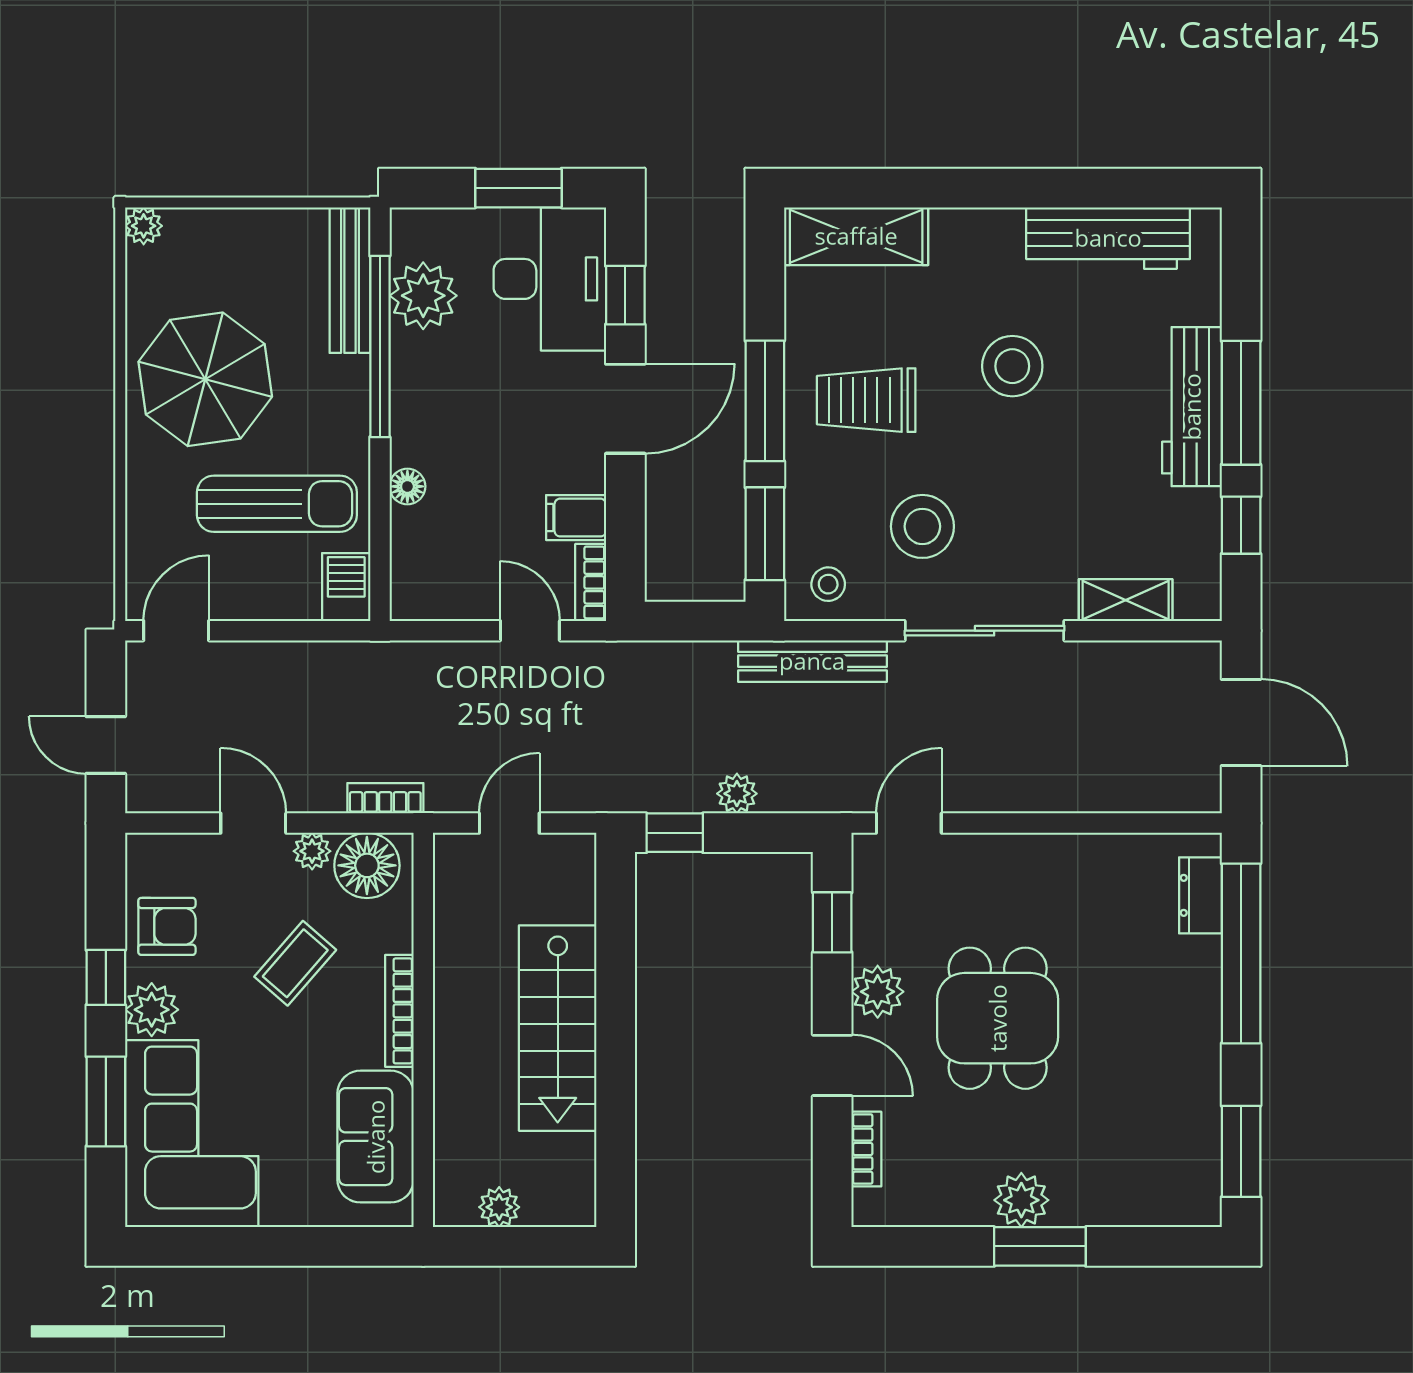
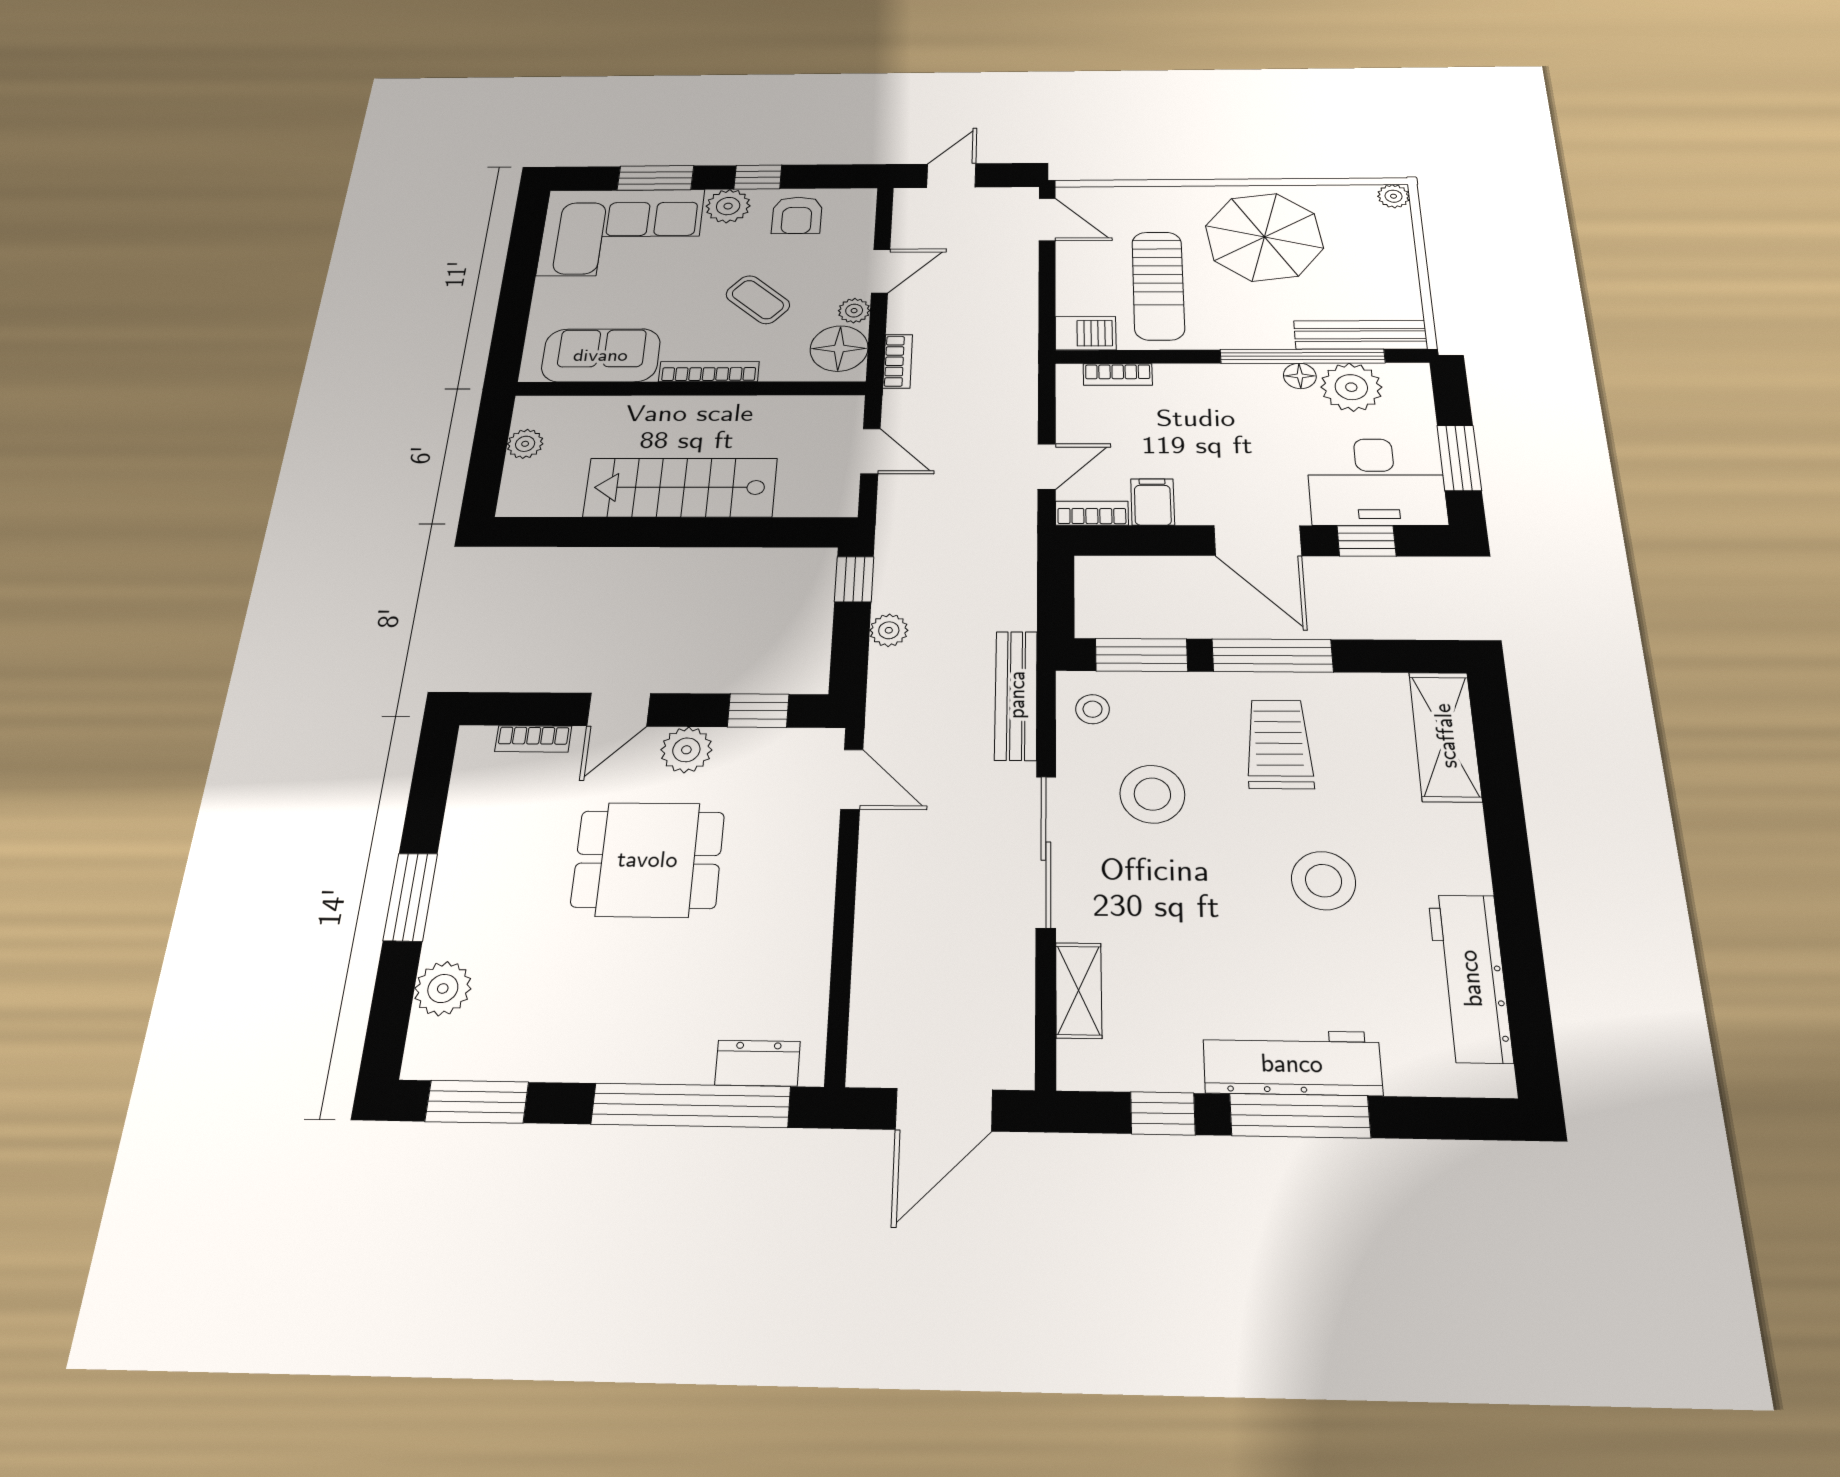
floor lamp: (407, 486) -> (1300, 376), moved
bookcase: (405, 552) -> (1118, 374), added
plant: (1021, 1200) -> (443, 988), moved

